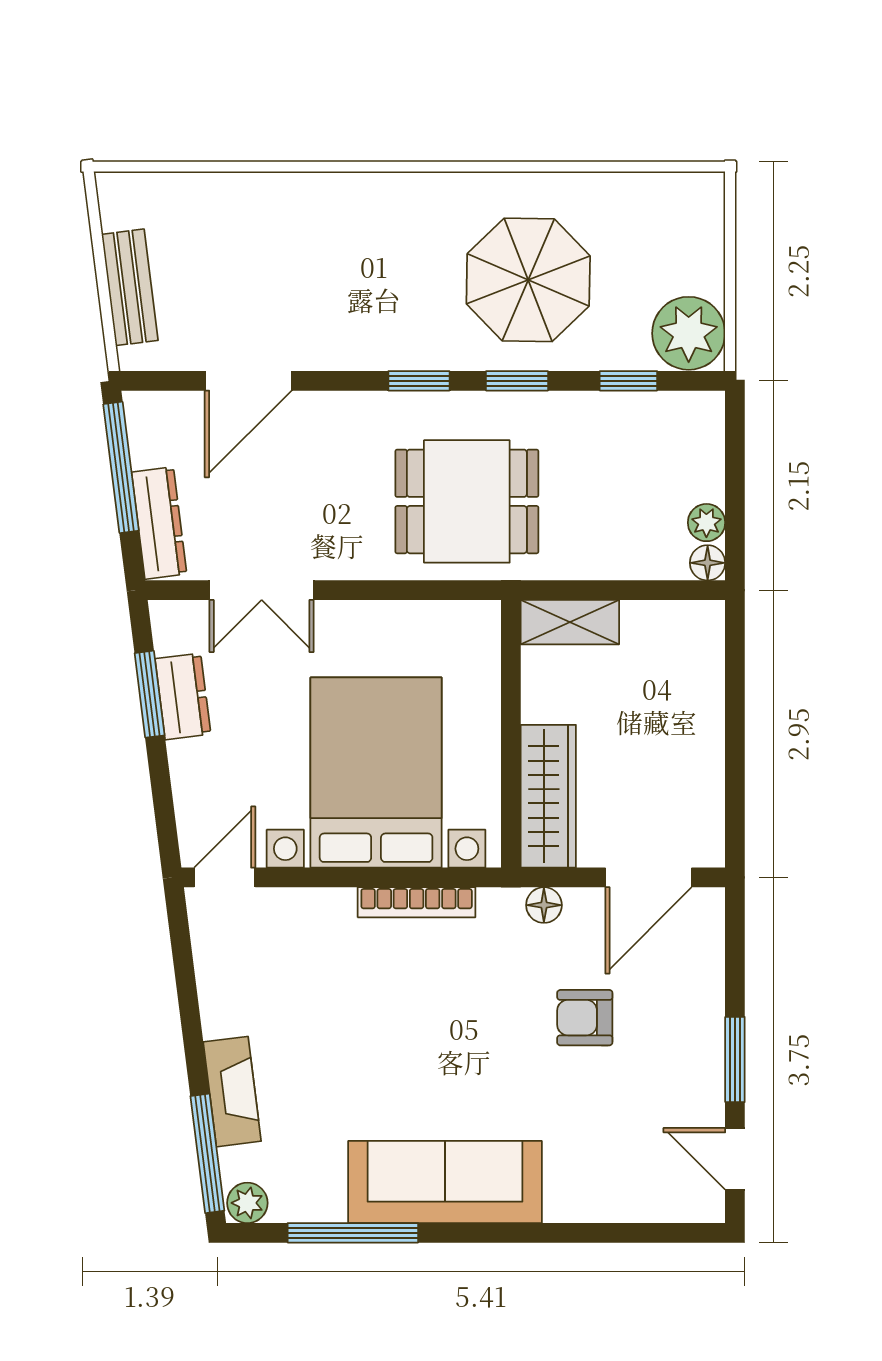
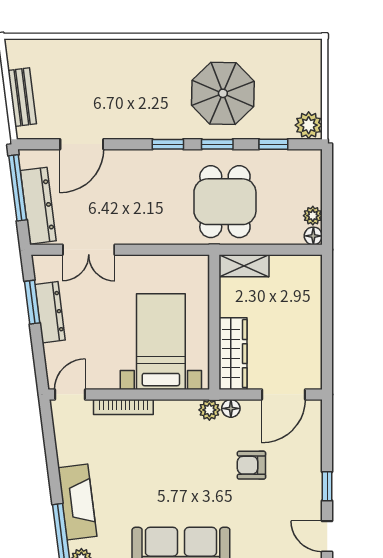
plant: (689, 333) -> (309, 125), width x0.73, depth x0.73
dining table: (467, 501) -> (225, 202), moved, turned 90
dresser: (159, 523) -> (38, 206), width x1.37, depth x1.24
dresser: (183, 696) -> (50, 312), width x1.44
bed with nightstands: (376, 773) -> (161, 342), width x0.73
bookcase: (417, 902) -> (123, 407), moved
plant: (501, 908) -> (209, 410), added
window: (735, 1060) -> (327, 486), width x0.67
fireplace: (232, 1092) -> (77, 502), width x1.37, depth x1.32

